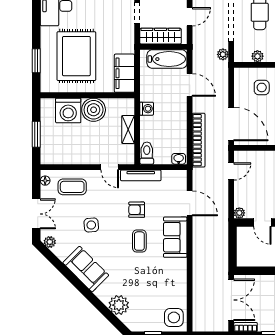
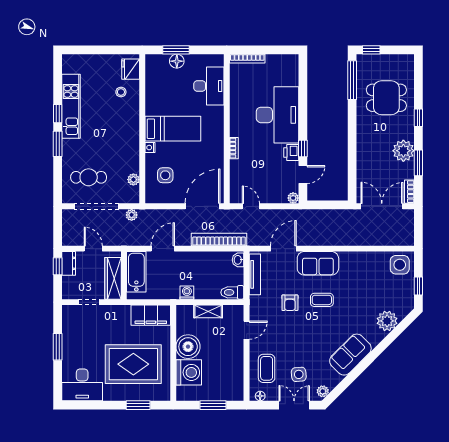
tv unit: (141, 175) -> (255, 274), moved
side table: (91, 225) -> (299, 374), moved

